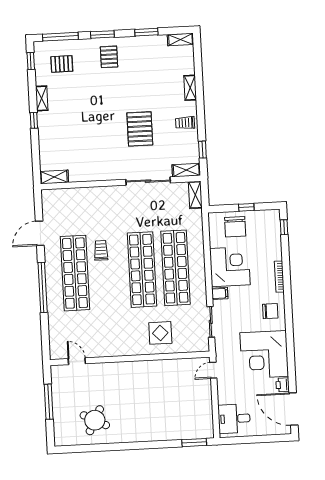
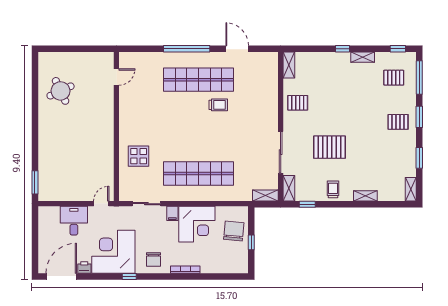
pallet: (62, 64) -> (394, 78), turned 90
pallet: (94, 165) -> (298, 103), added
chair: (235, 227) -> (234, 231), turned 95
window: (284, 227) -> (129, 276), moved
shop shelf: (142, 270) -> (198, 142), removed
door: (213, 370) -> (101, 204), hinge flipped
window: (49, 402) -> (80, 49), removed
desk: (234, 419) -> (74, 221), moved
round table: (95, 420) -> (61, 91), turned 38

